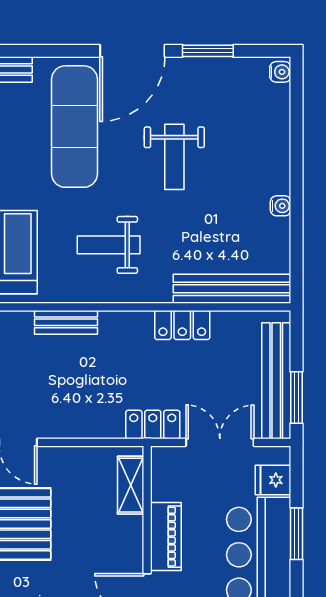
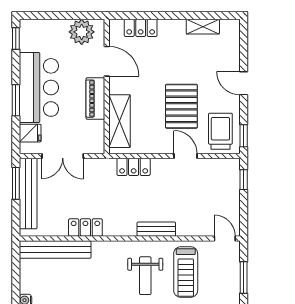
weight bench: (109, 245) -> (145, 276), moved, turned 90
locker: (153, 425) -> (134, 167), moved
shelving: (131, 485) -> (120, 121), width x1.50, depth x1.33

